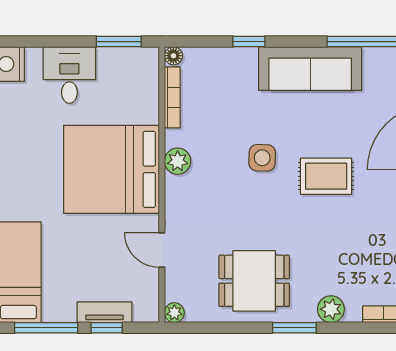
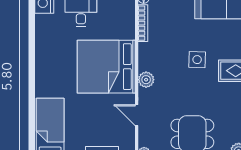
plant: (178, 161) -> (146, 80), moved

